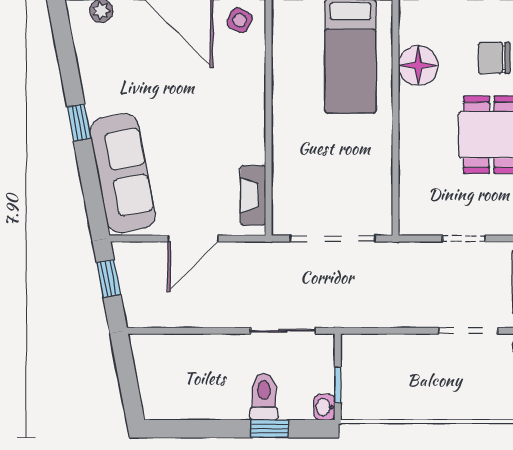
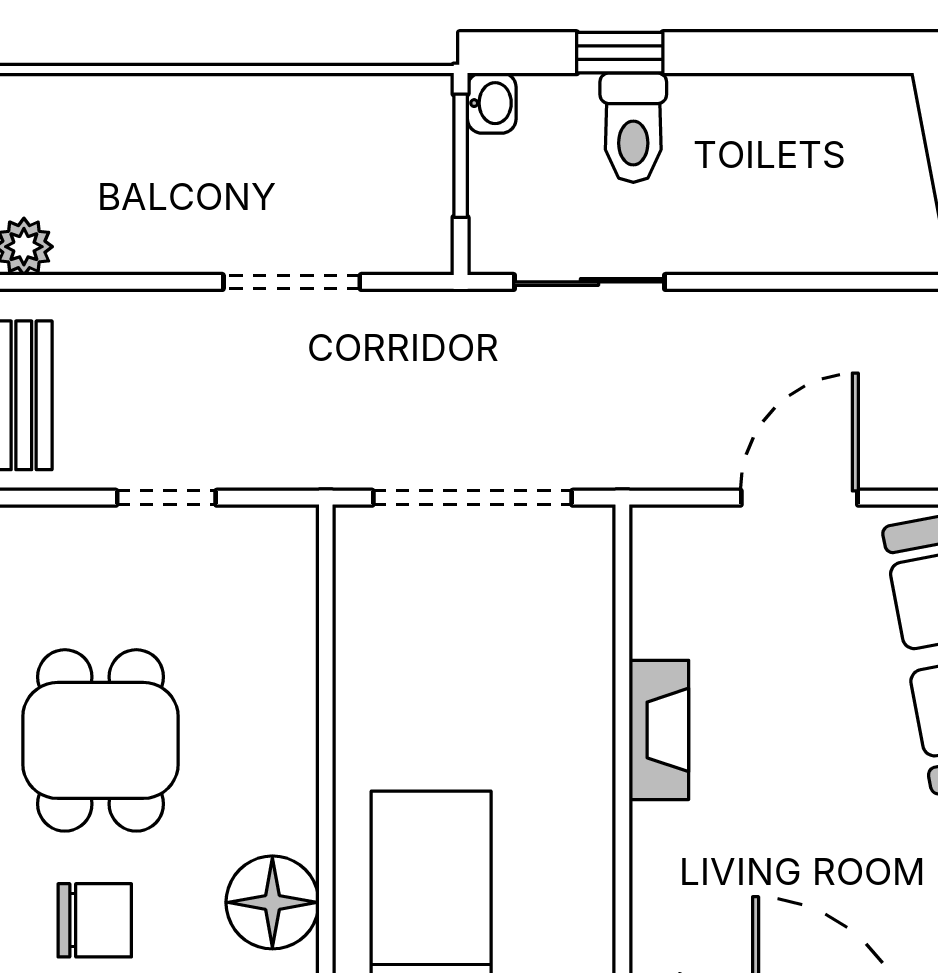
fireplace: (253, 195) -> (659, 730), moved
doorway: (468, 331) -> (292, 282), moved
window: (338, 385) -> (461, 156), width x1.50

